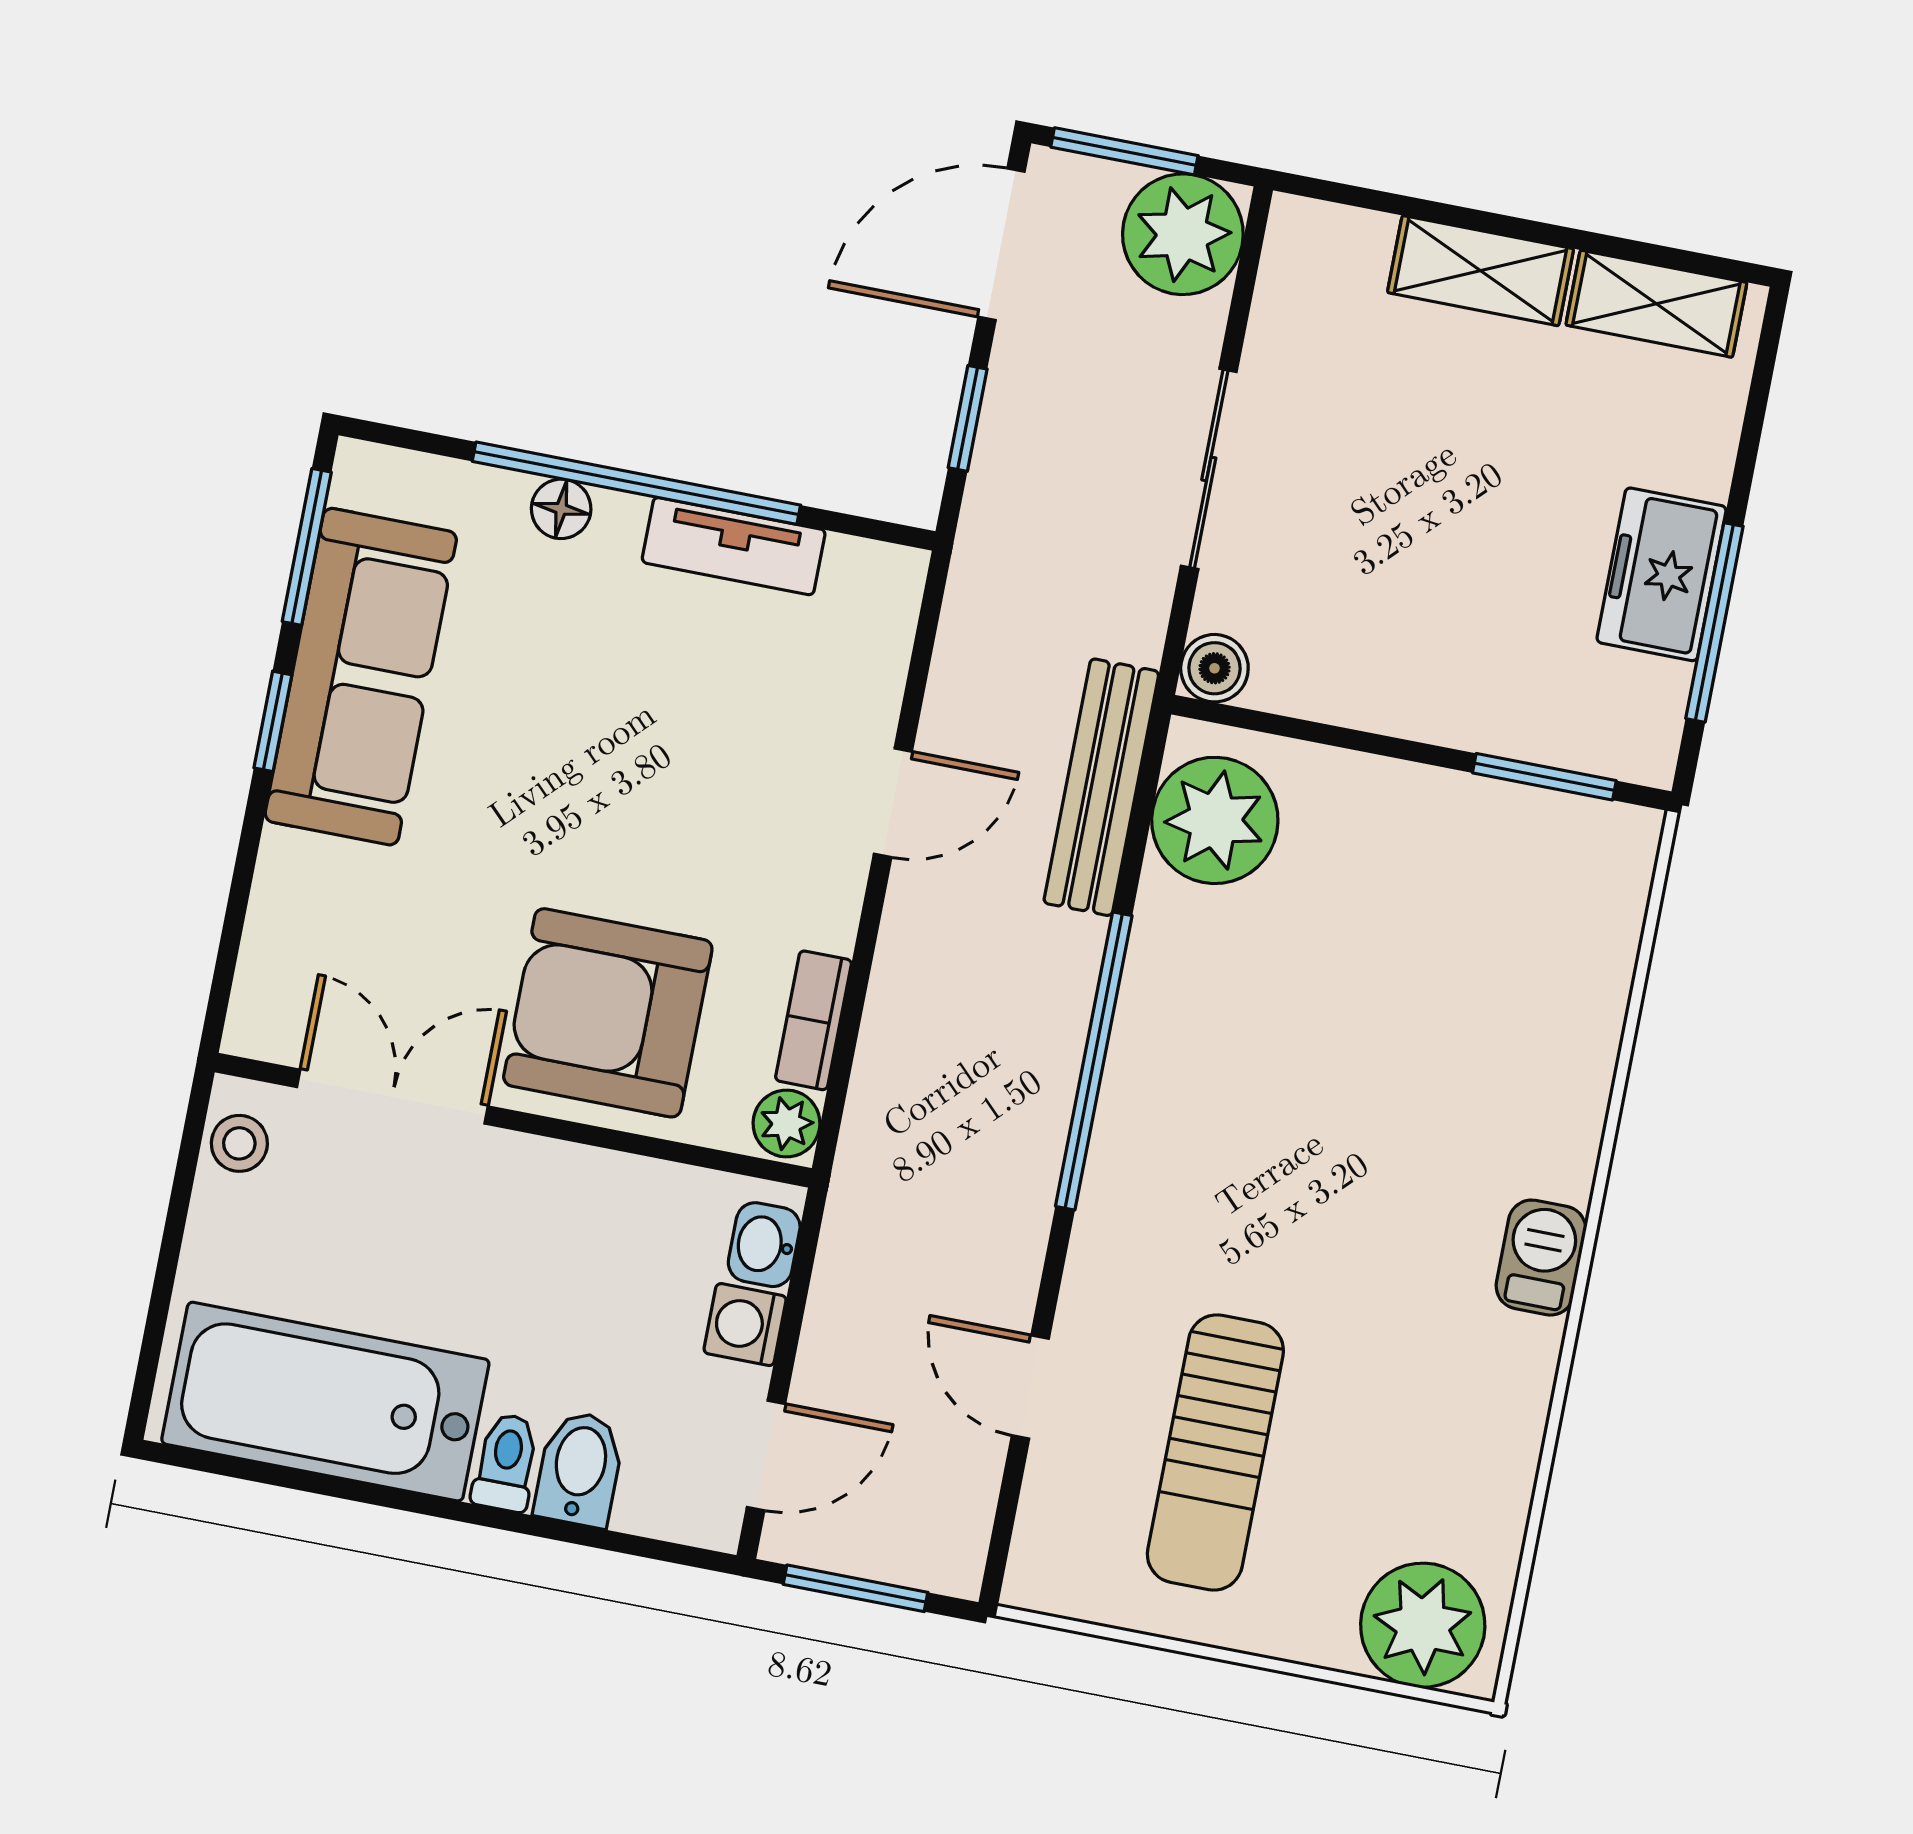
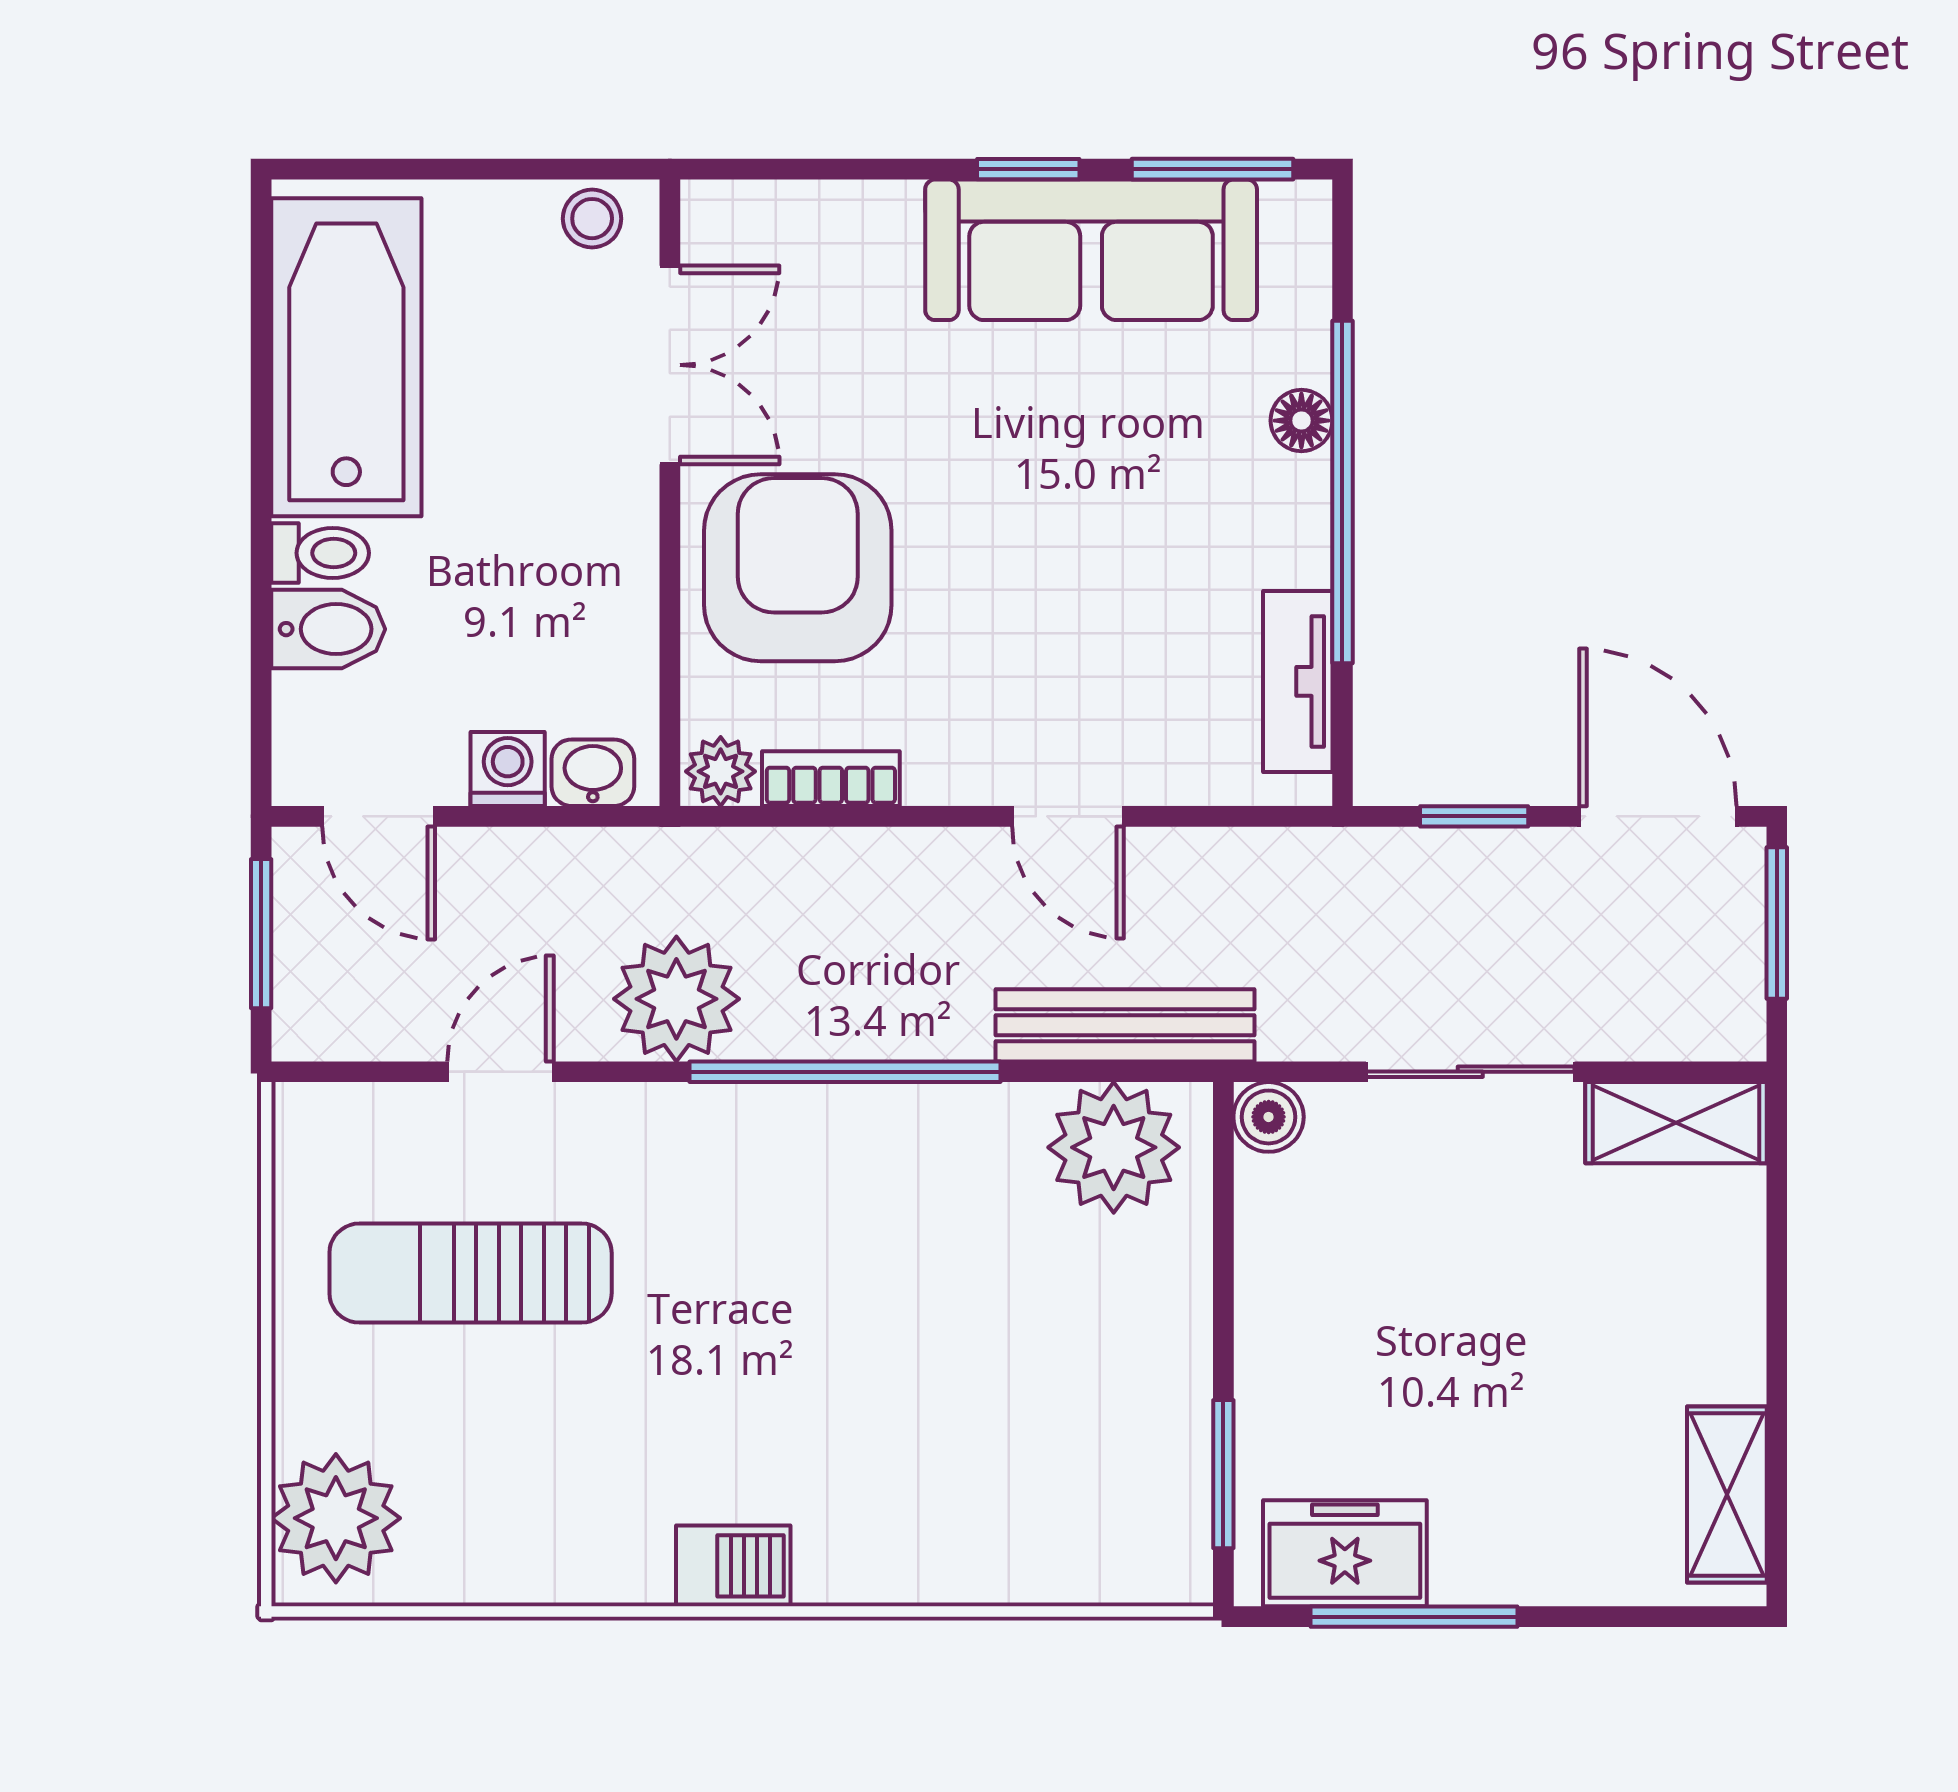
plant: (1183, 234) -> (676, 999), moved
shelving: (1481, 271) -> (1676, 1123), moved, turned 90
tv unit: (734, 546) -> (1298, 681), moved
freezer: (1661, 574) -> (1345, 1553), moved

